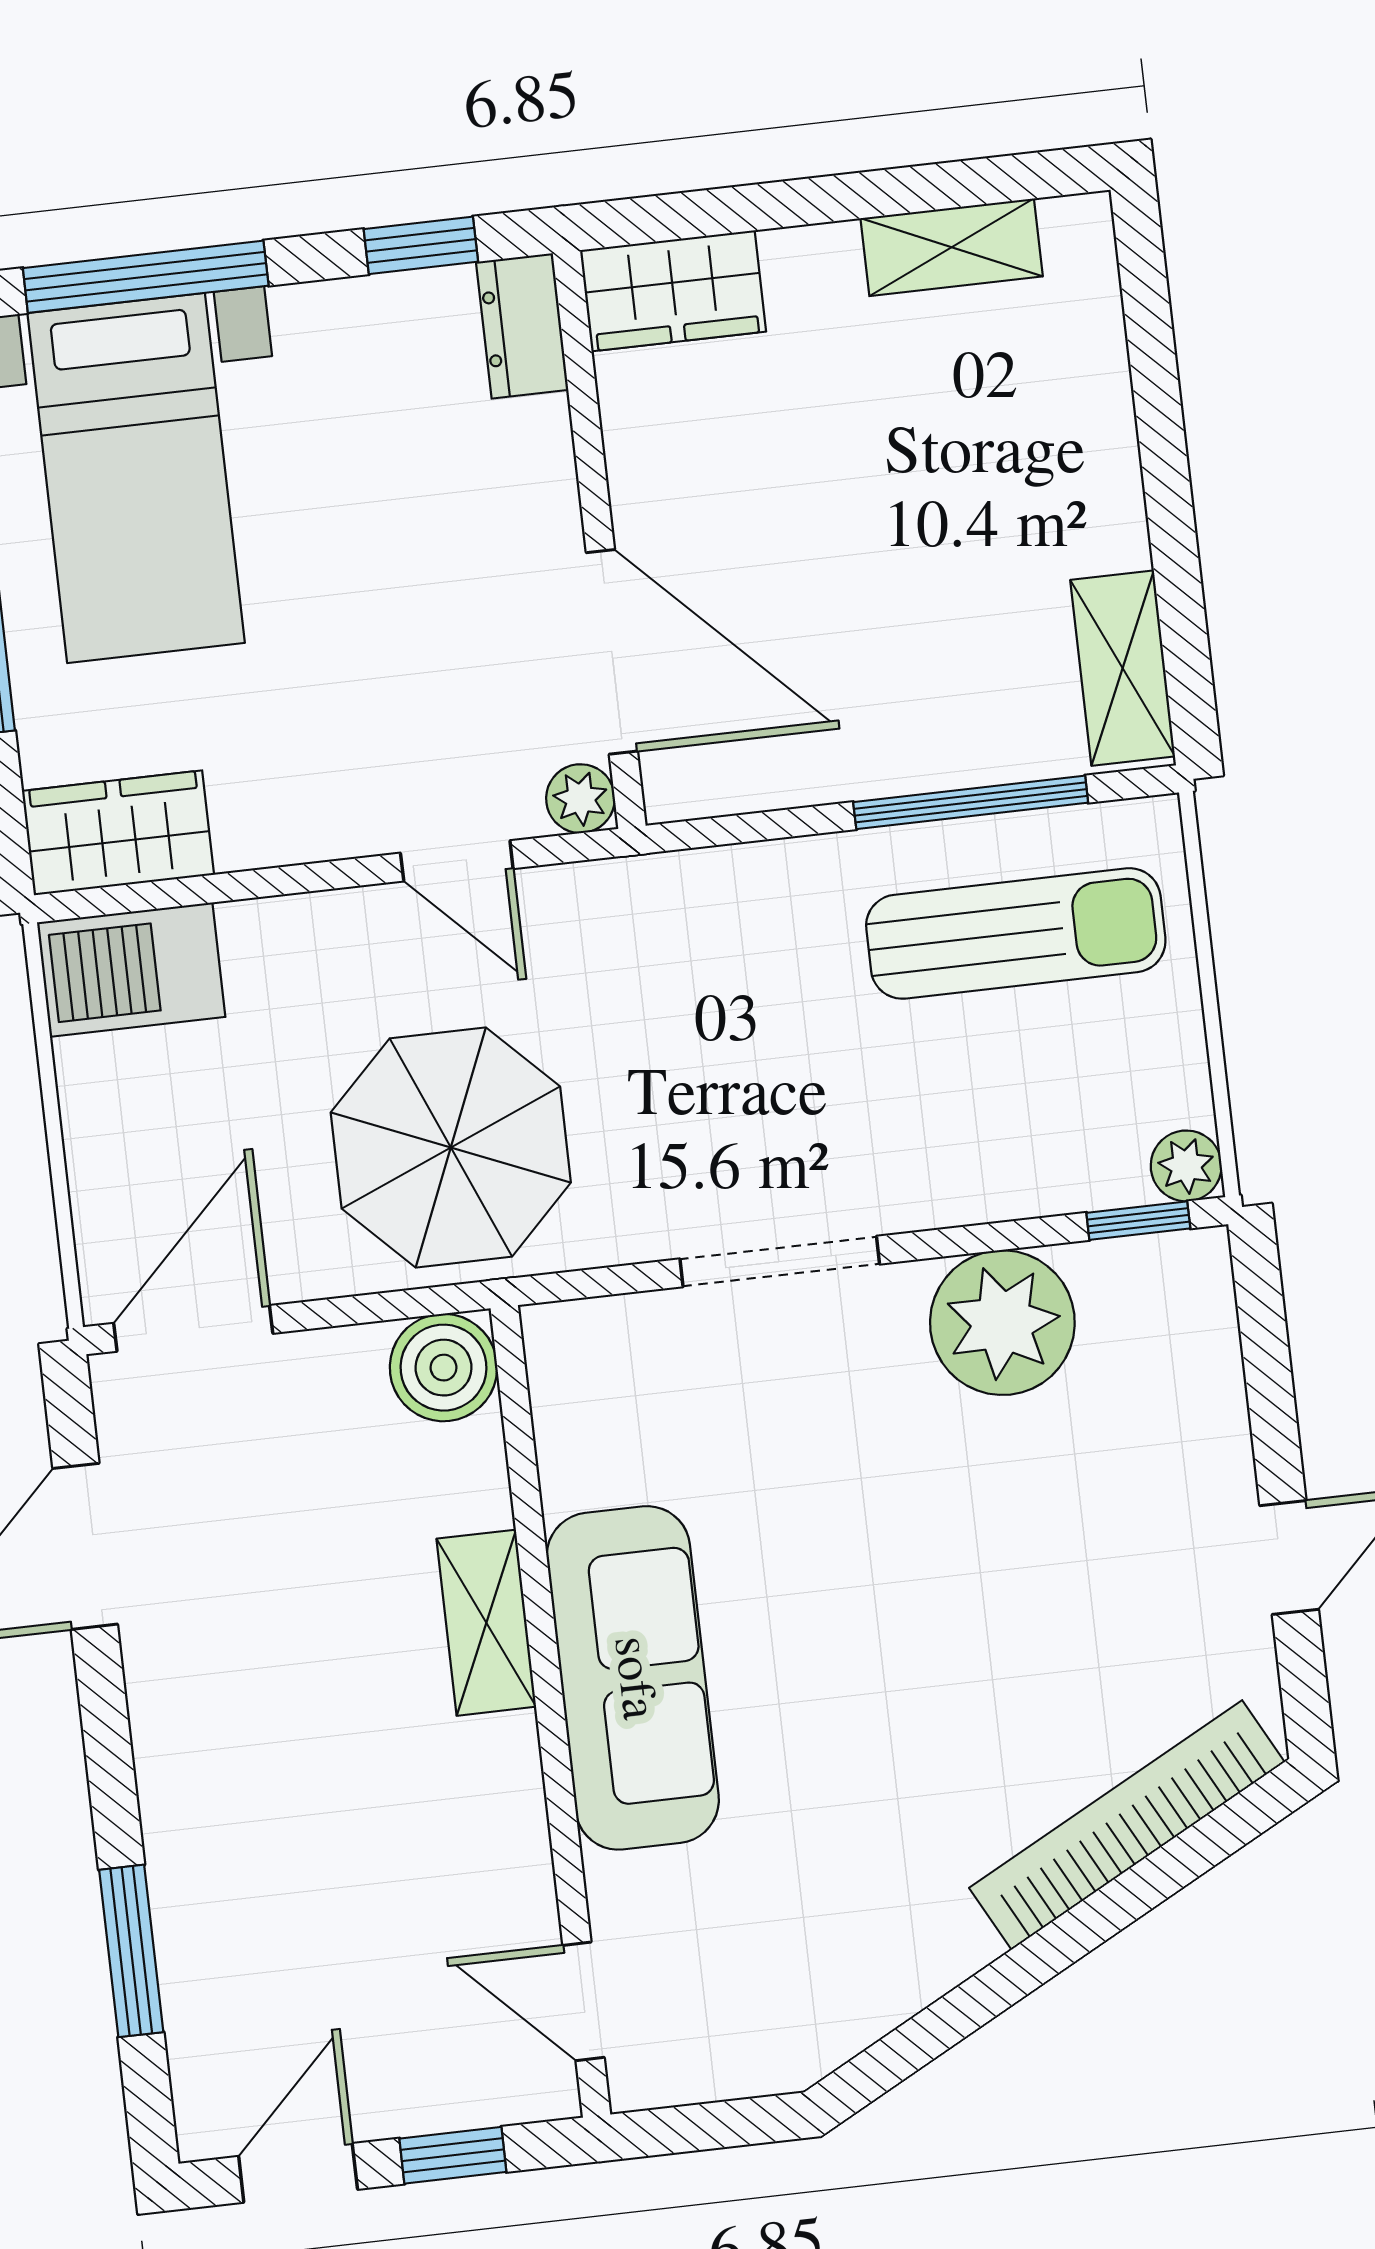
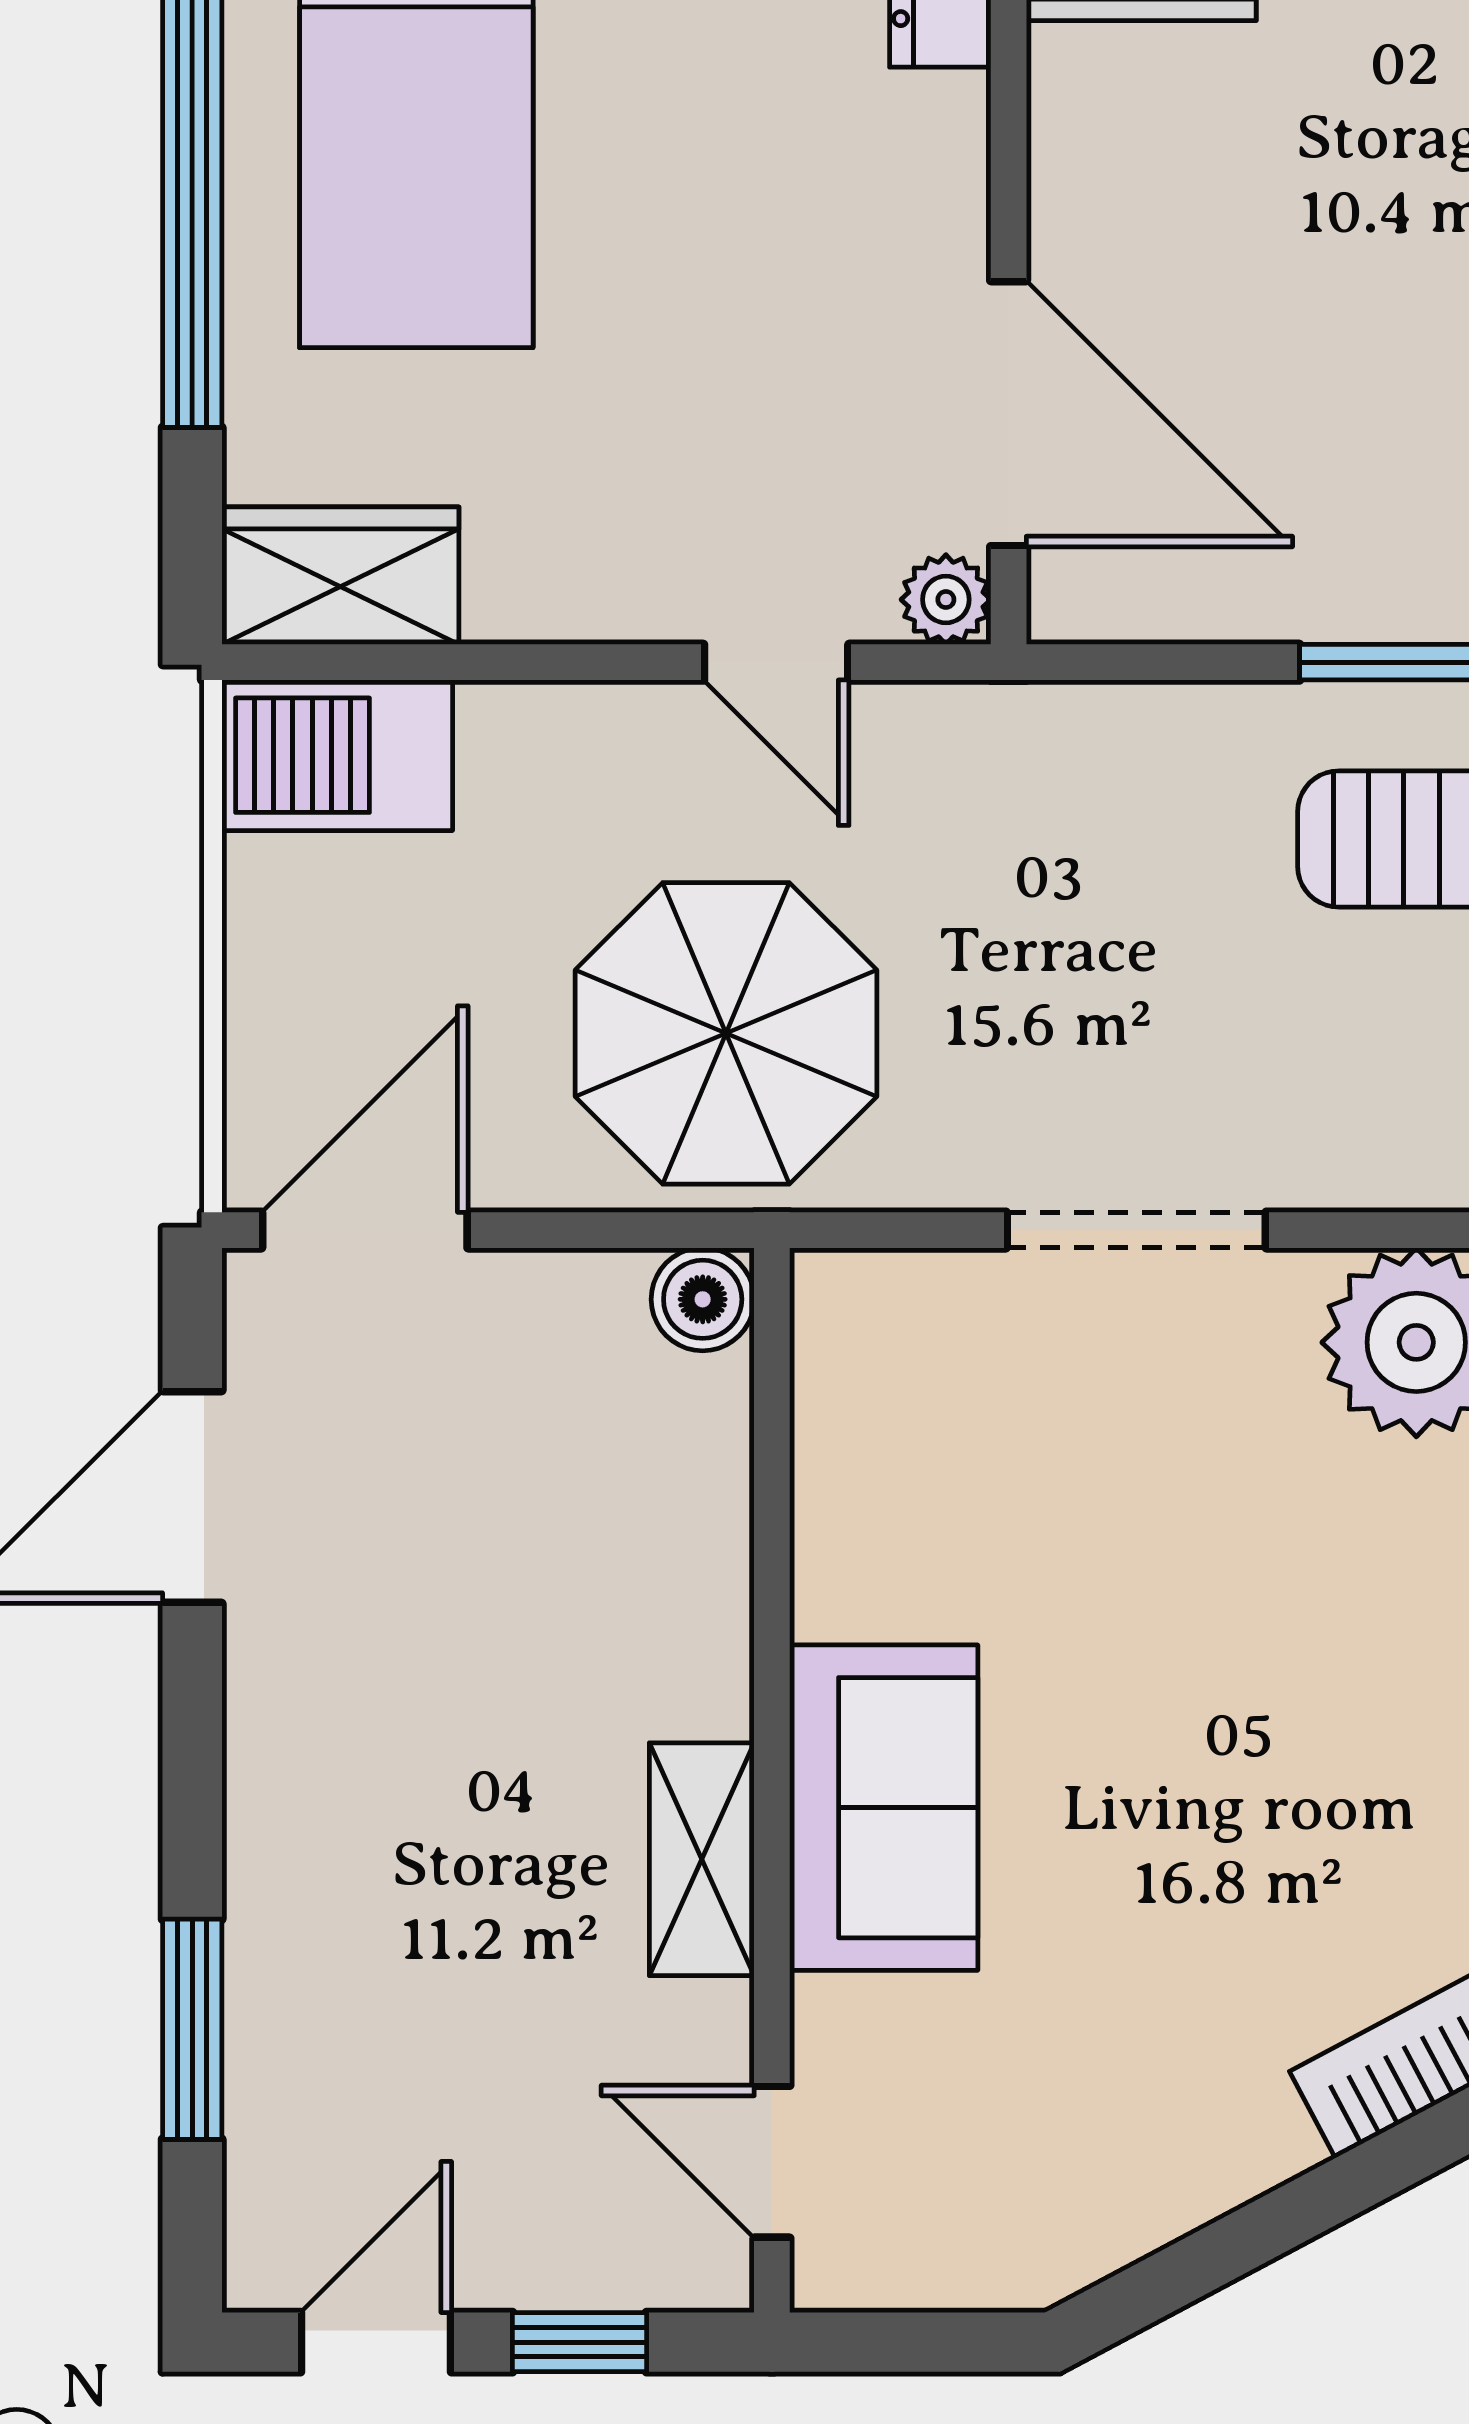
boiler: (444, 1368) -> (703, 1299), width x0.73, depth x0.73
shelving: (486, 1623) -> (702, 1859), moved
sofa: (633, 1678) -> (884, 1808), width x0.73

